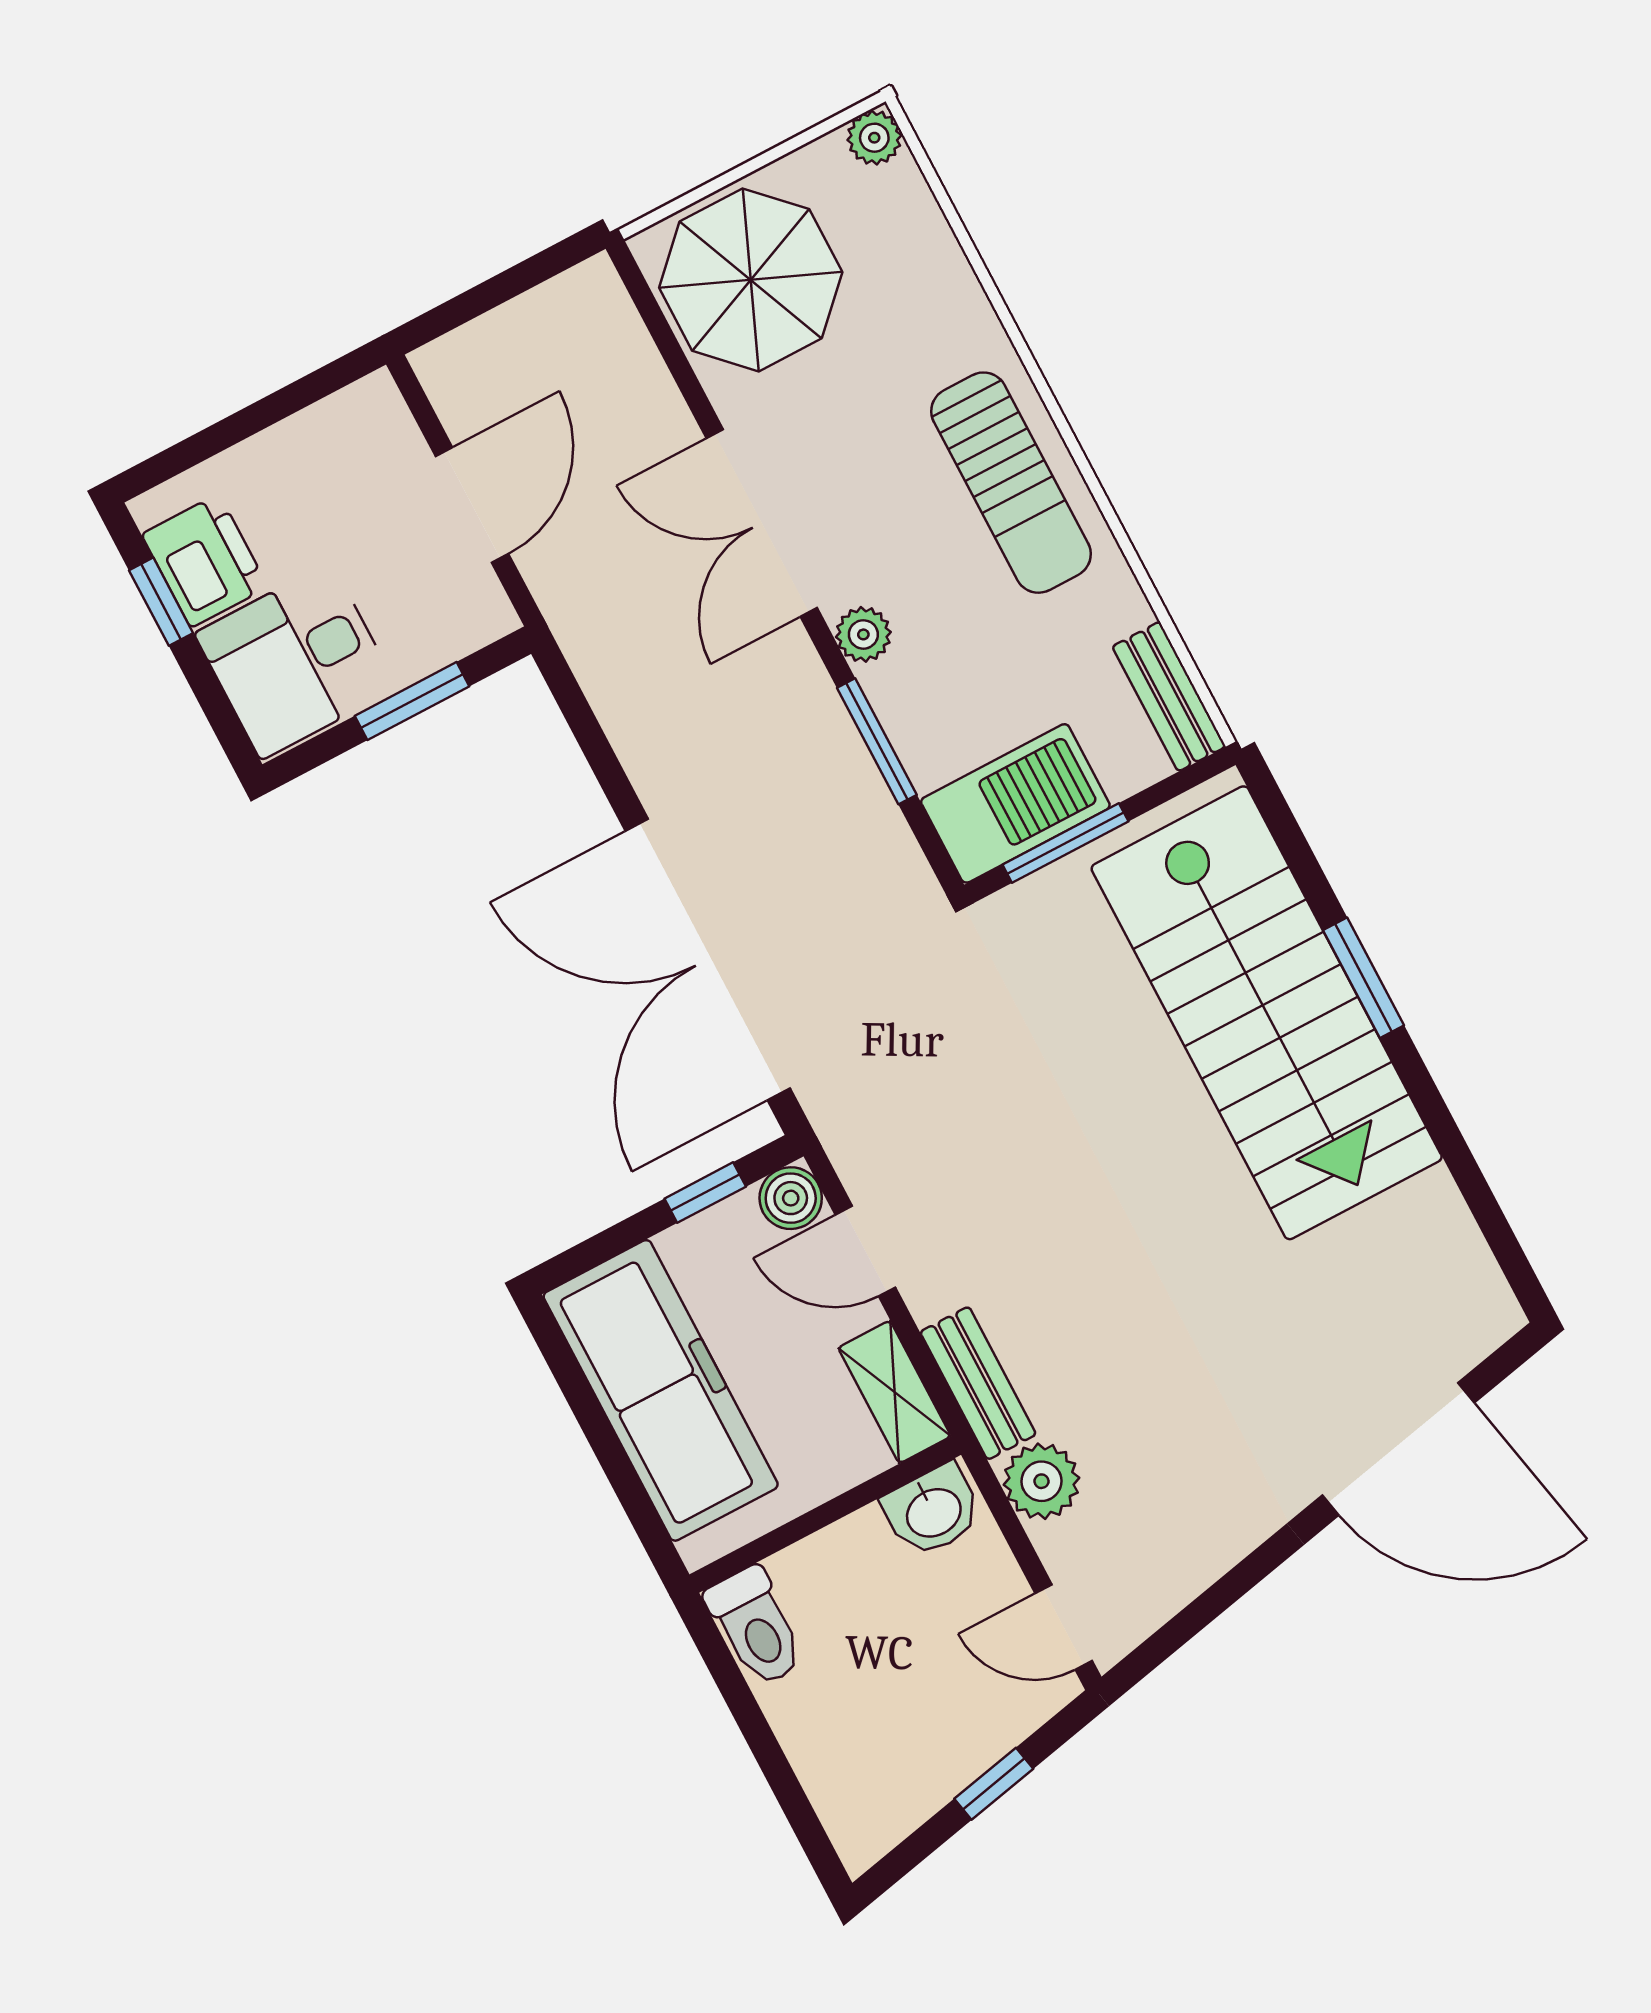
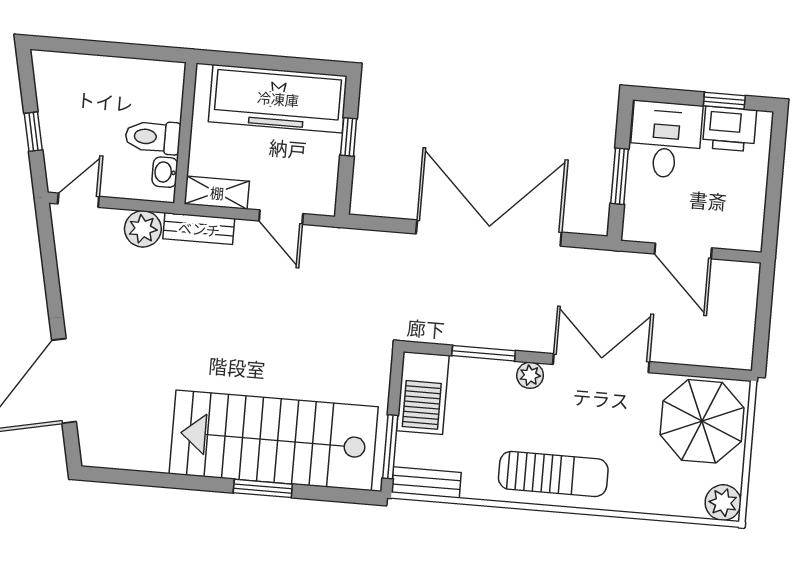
plant: (874, 138) -> (723, 503), width x1.38, depth x1.38
sun lounger: (1011, 483) -> (553, 474), turned 180
window: (1065, 843) -> (390, 447), moved
double door: (708, 960) -> (489, 233), moved
window: (705, 1193) -> (349, 137), moved
boiler: (791, 1198) -> (322, 201), removed
door: (865, 1251) -> (281, 217), swing flipped
washbasin: (933, 1511) -> (165, 172), width x0.72, depth x0.69
toilet: (756, 1627) -> (153, 137), moved

